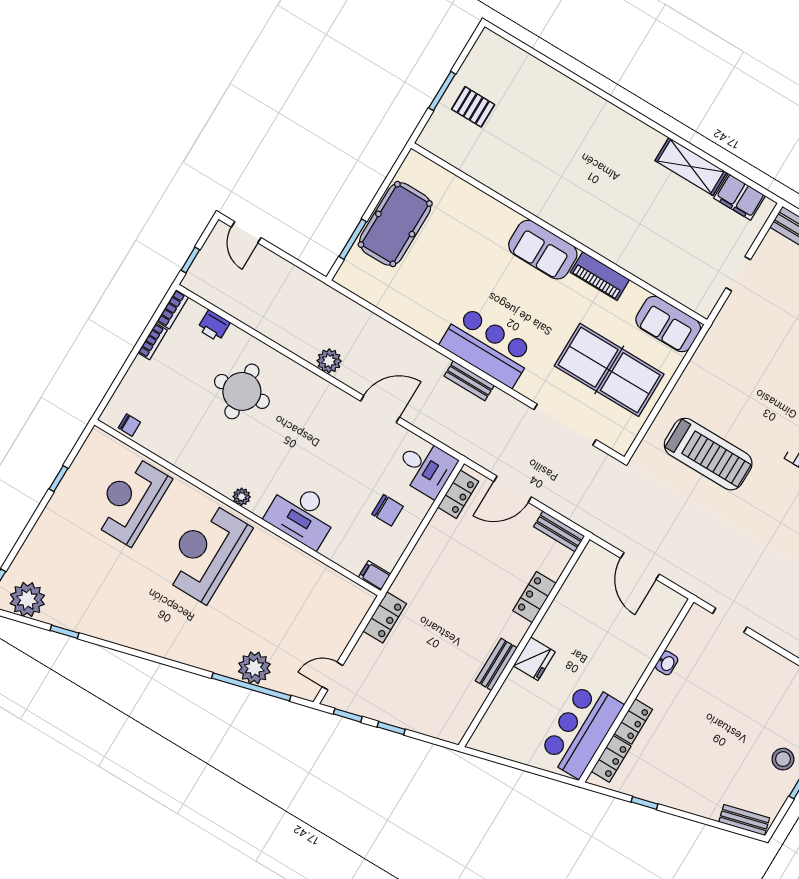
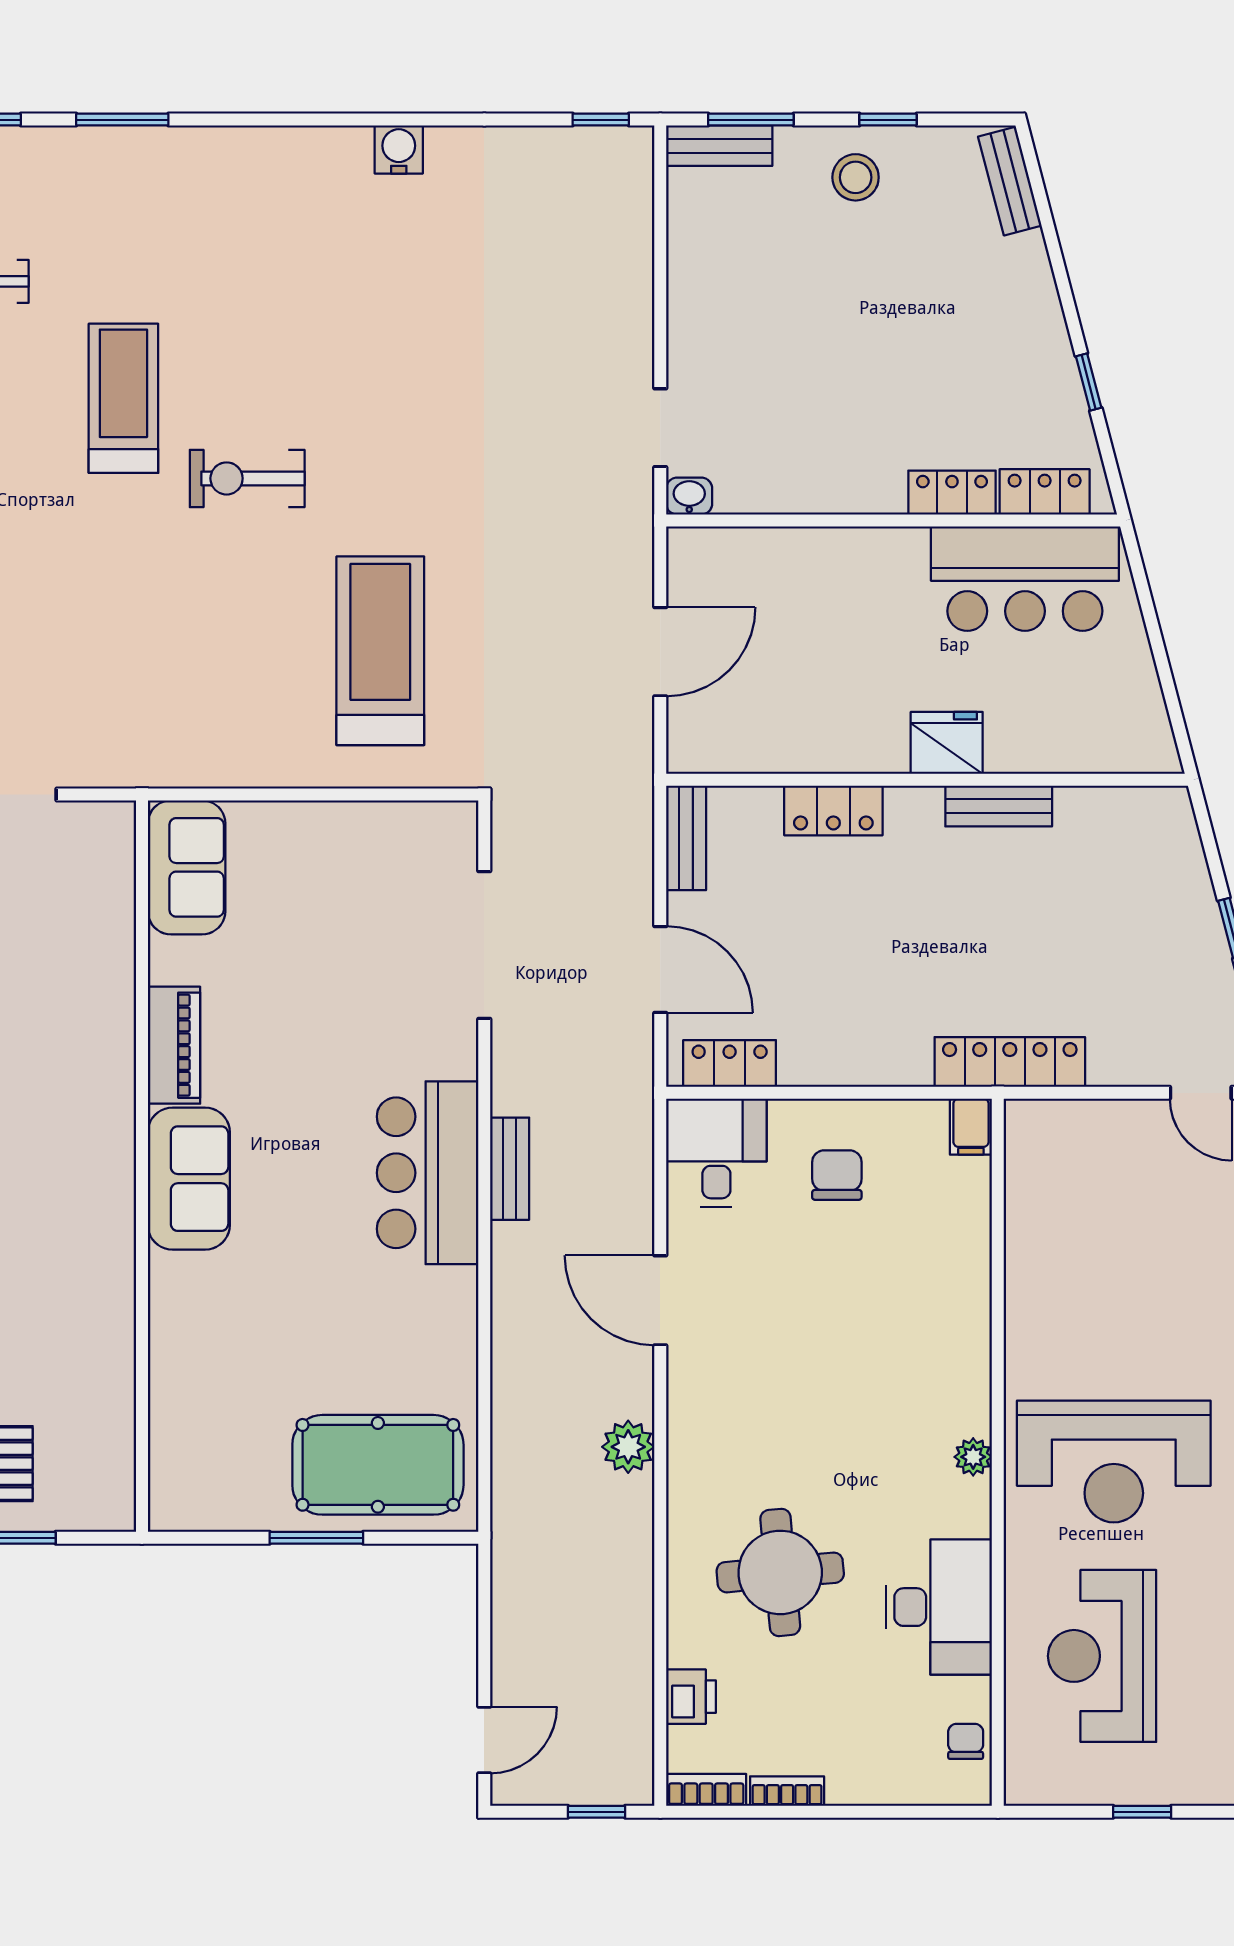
pool table: (395, 224) -> (378, 1465), moved
window: (353, 239) -> (316, 1538), moved
table tennis table: (609, 370) -> (336, 925), removed
reception desk: (131, 500) -> (1102, 1656), turned 90
desk: (302, 514) -> (939, 1607), moved
locker: (385, 617) -> (1010, 1062), width x1.53
washbasin: (667, 663) -> (689, 496), moved

